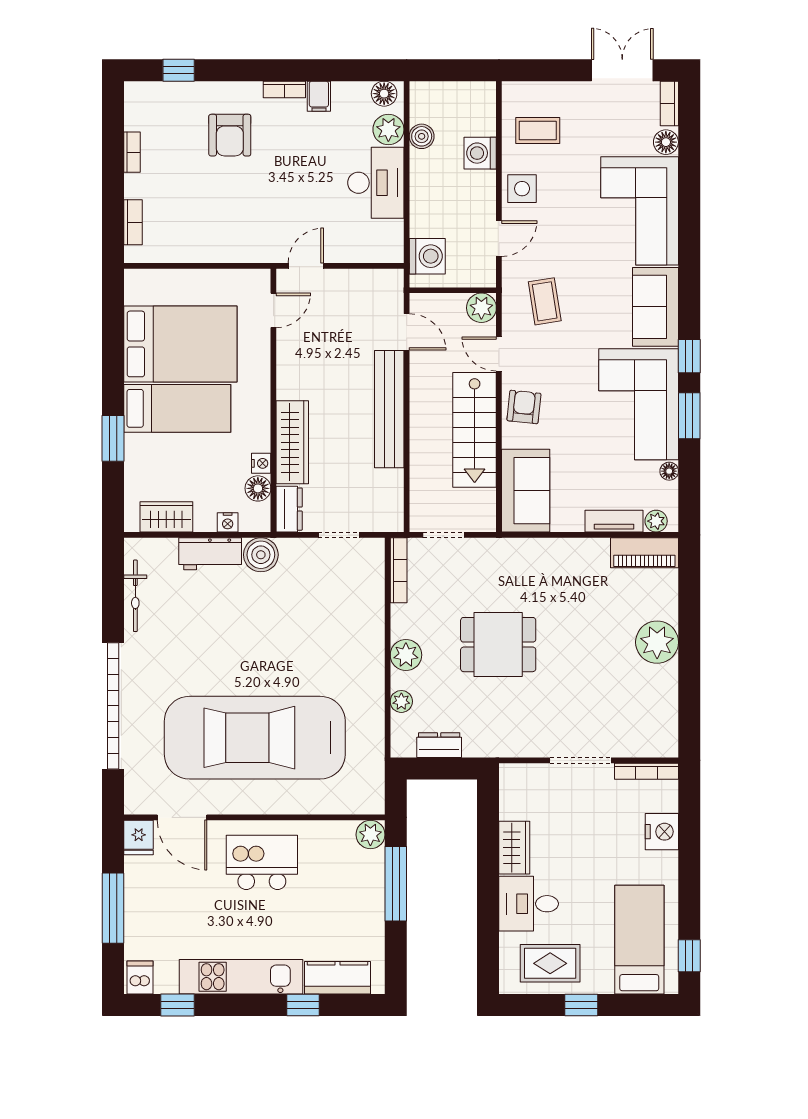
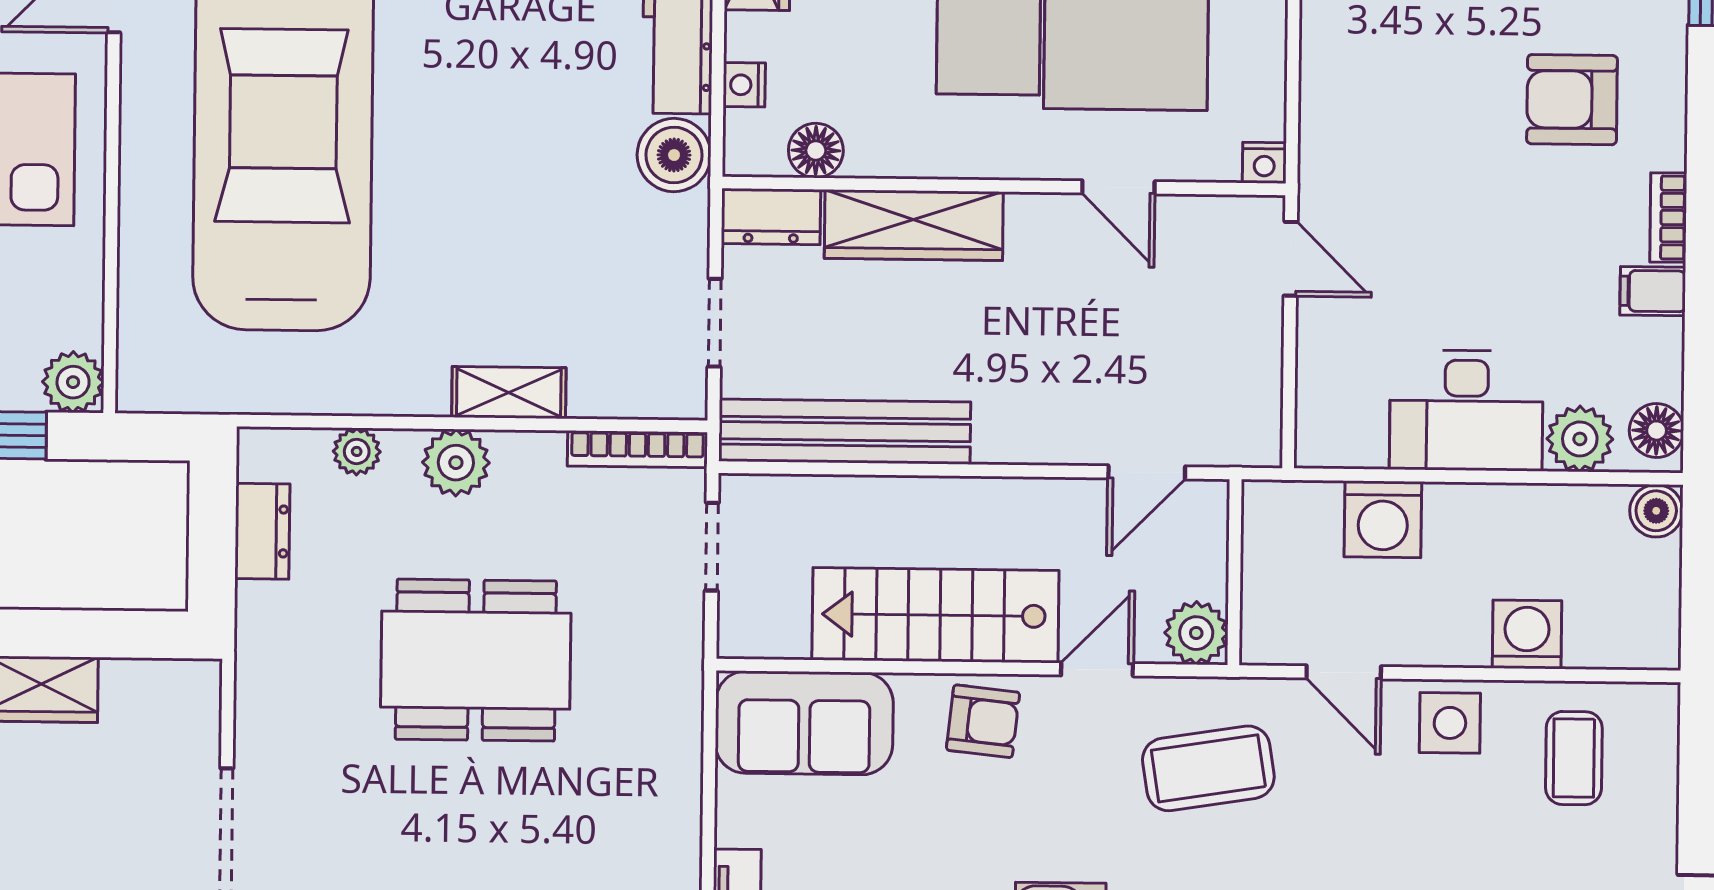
boiler: (422, 136) -> (1656, 511), moved
washing machine: (427, 256) -> (1383, 519), moved
coffee table: (545, 301) -> (1208, 768), width x1.36, depth x1.30
door: (273, 310) -> (1118, 187), moved
bench: (389, 409) -> (845, 432), moved
nightstand: (261, 463) -> (1264, 163), moved
shelving: (373, 631) -> (509, 393), added
dining table: (498, 645) -> (476, 660), width x1.38

